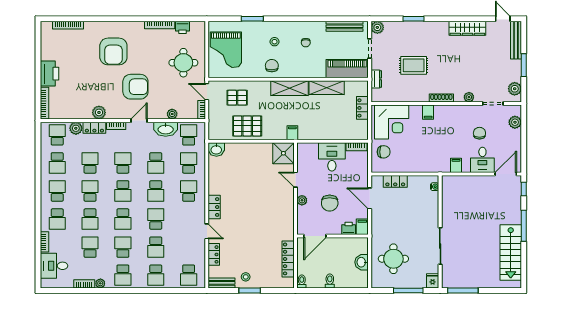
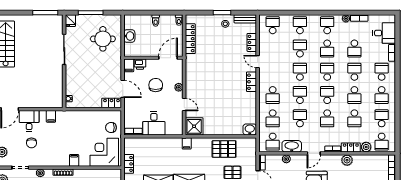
locker: (395, 181) -> (112, 103), moved
school desk: (156, 219) -> (300, 72), turned 180

